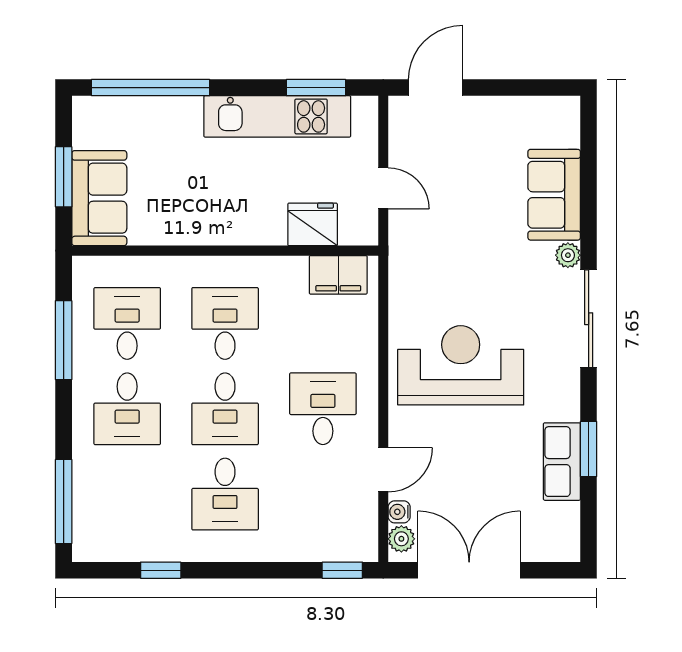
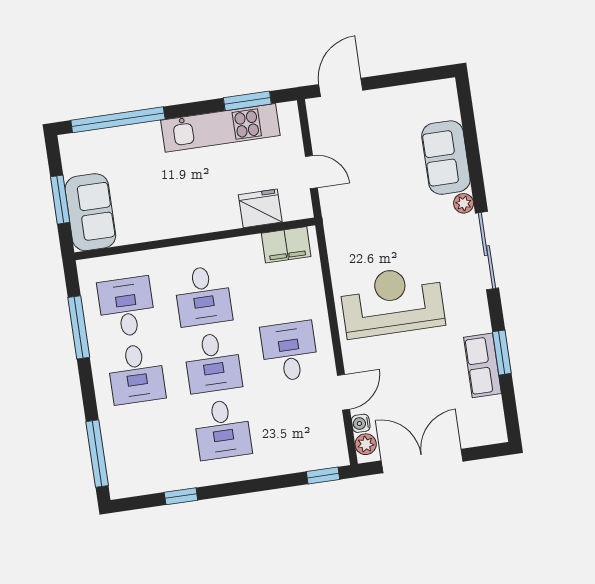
desk: (225, 323) -> (203, 296), turned 180

